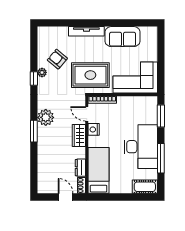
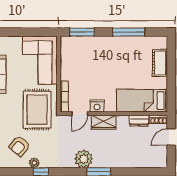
desk: (141, 147) -> (116, 54), removed
cot: (145, 187) -> (160, 63), moved

